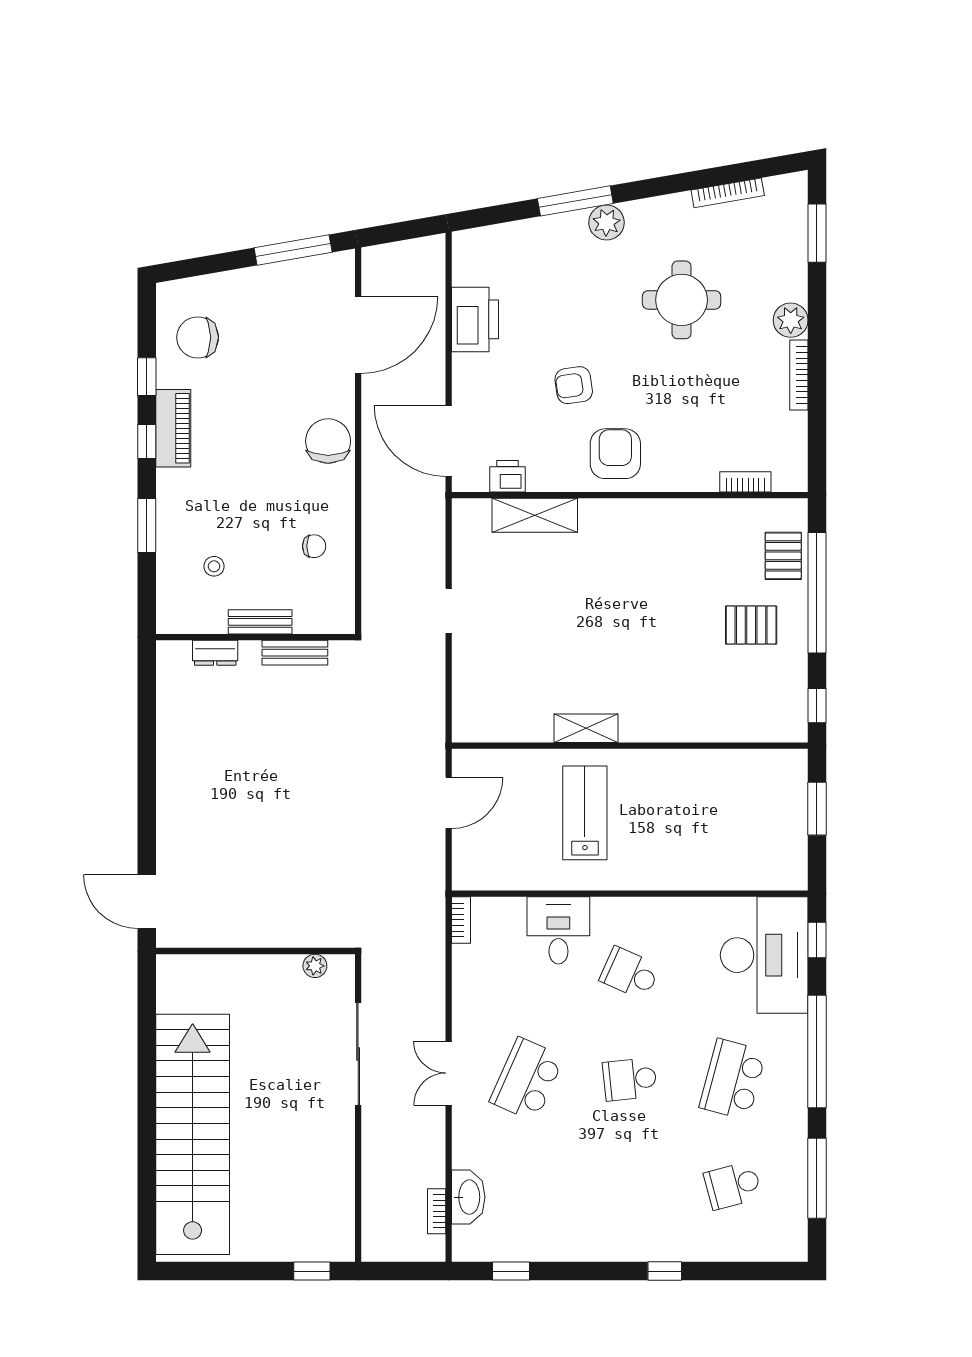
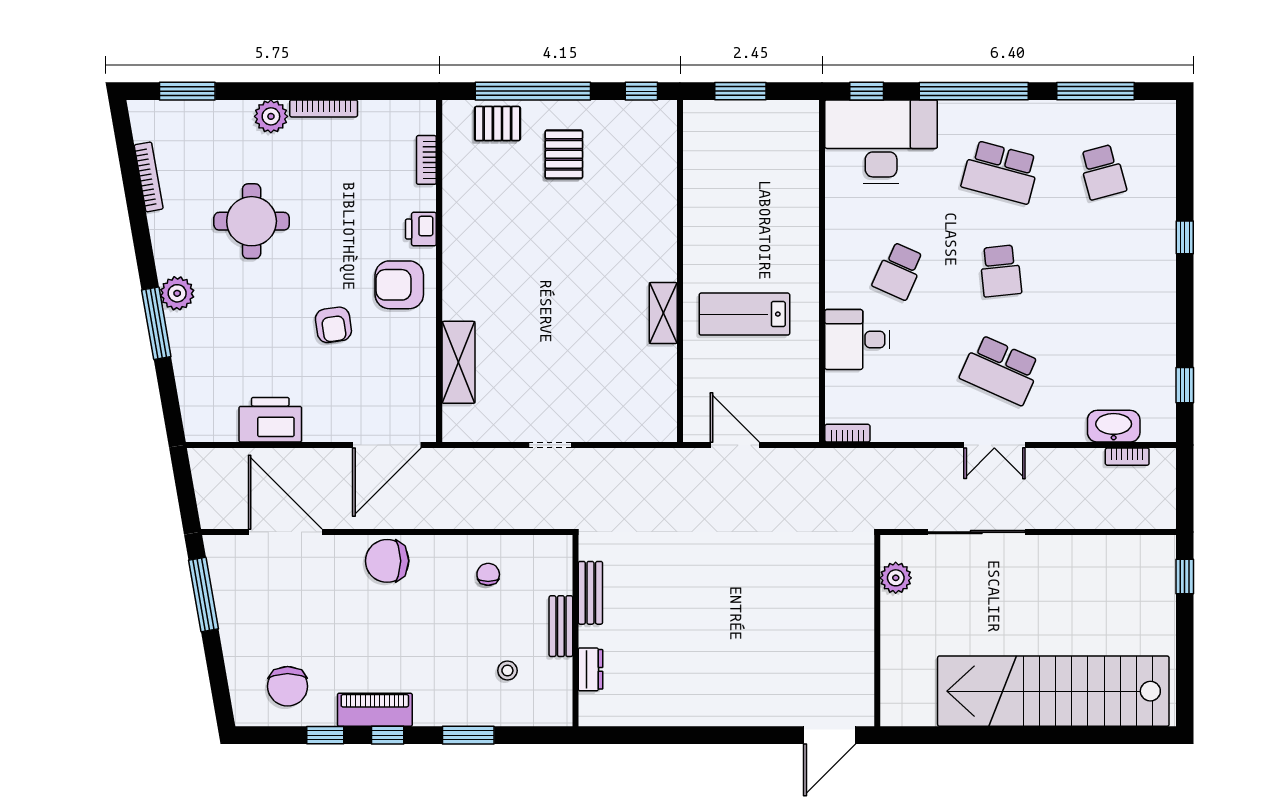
printer: (507, 476) -> (421, 229), moved
plant: (315, 966) -> (896, 578), width x1.38, depth x1.38

